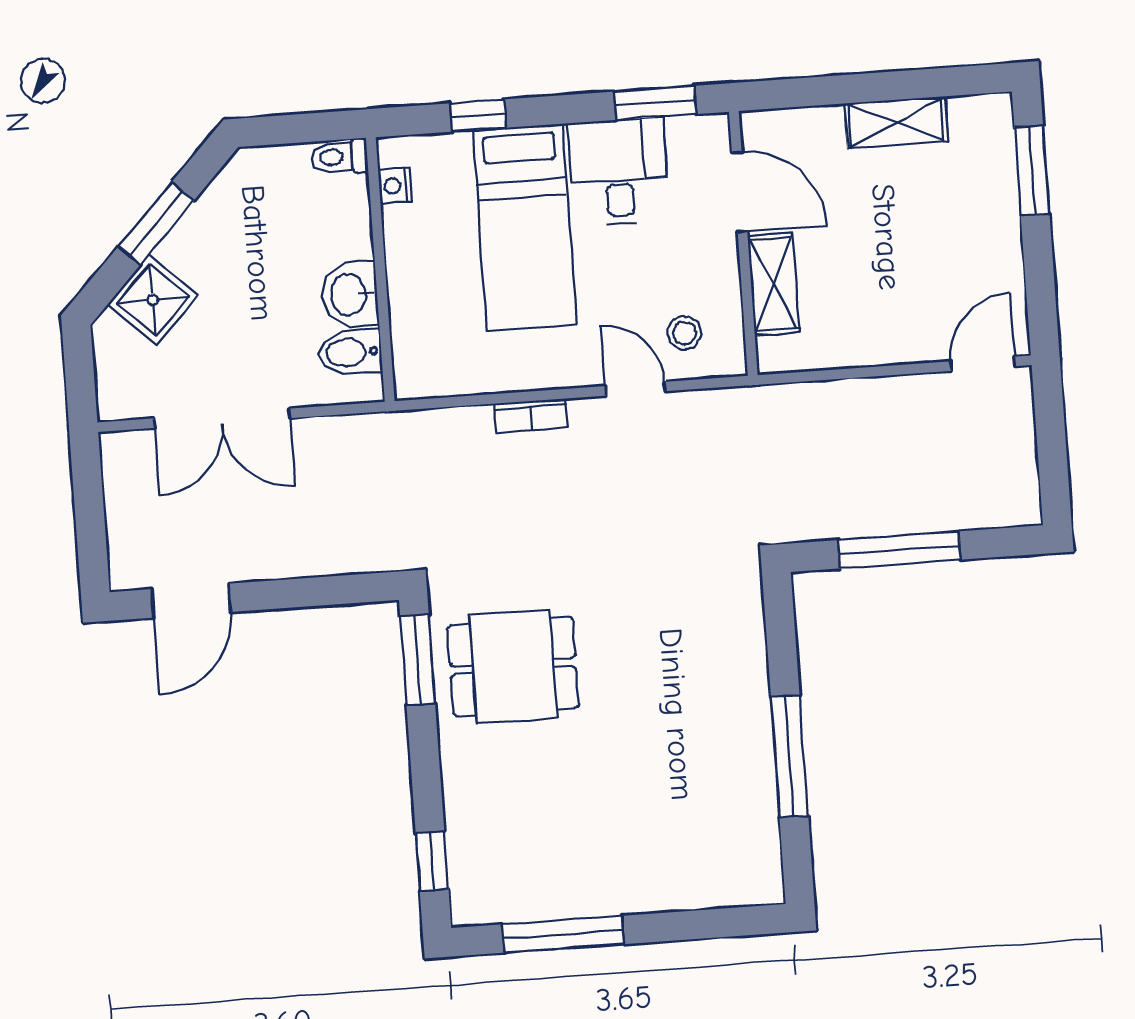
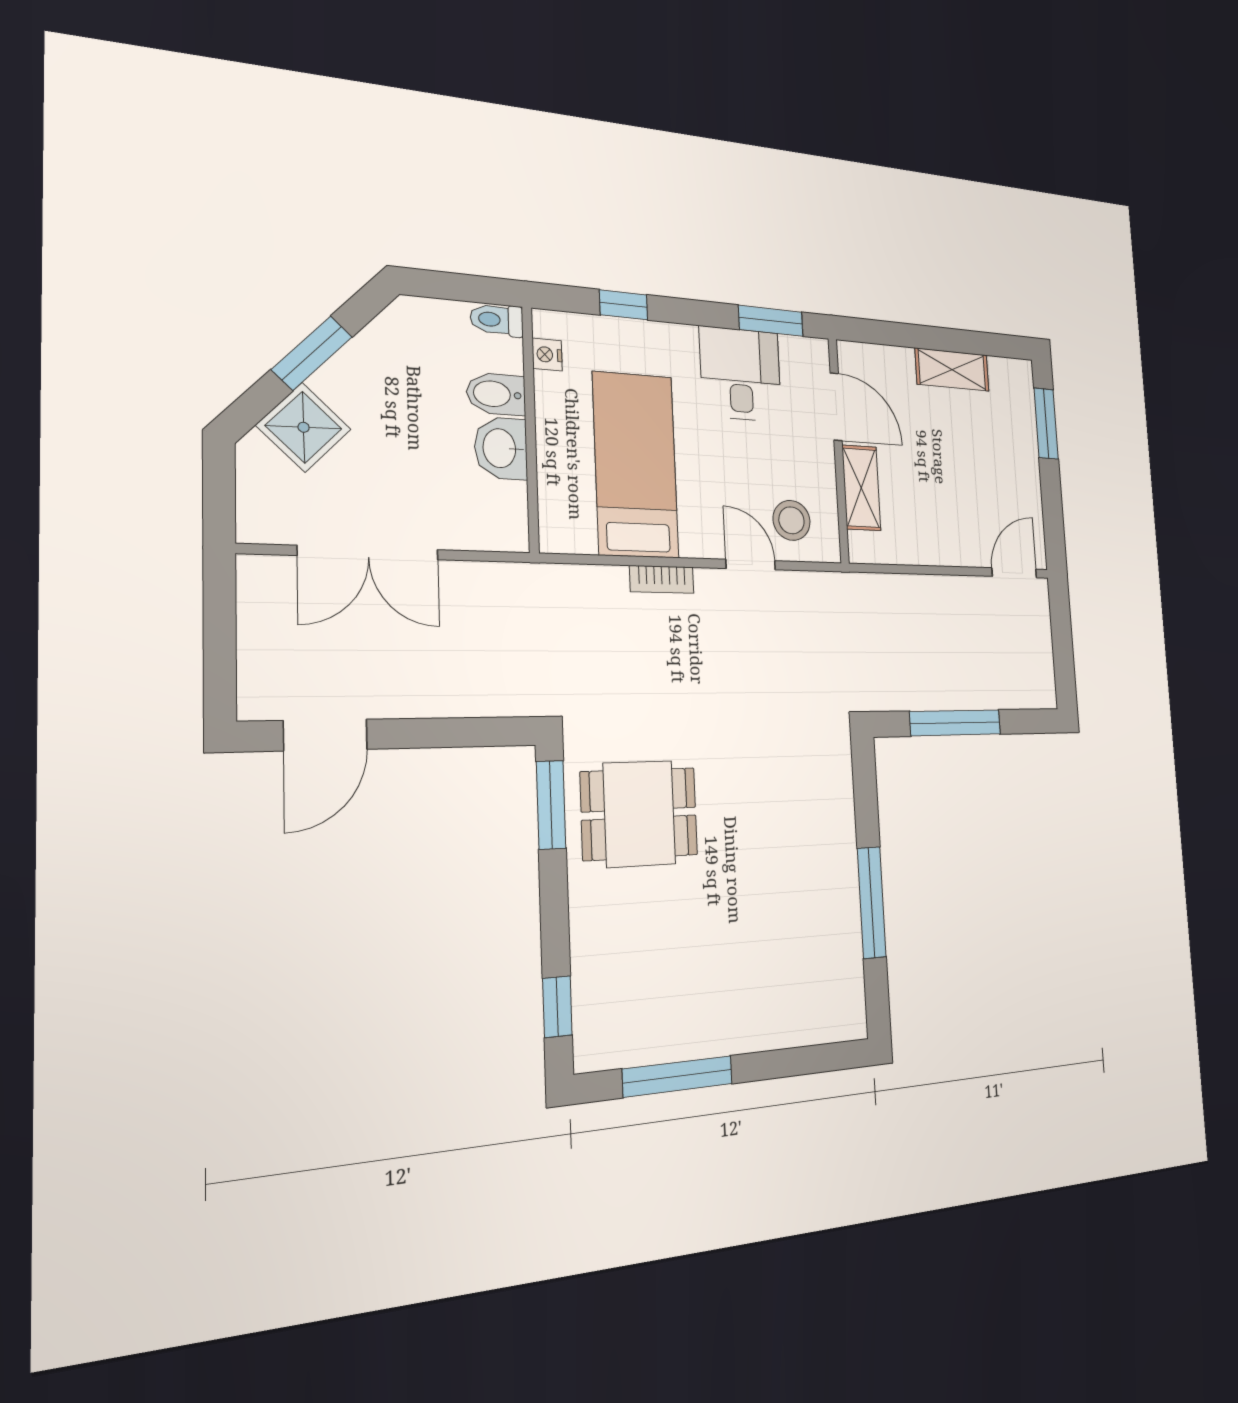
bed: (525, 227) -> (636, 465), moved, turned 180
stool: (684, 333) -> (792, 520), width x1.37, depth x1.37
bidet: (350, 352) -> (496, 394), moved

